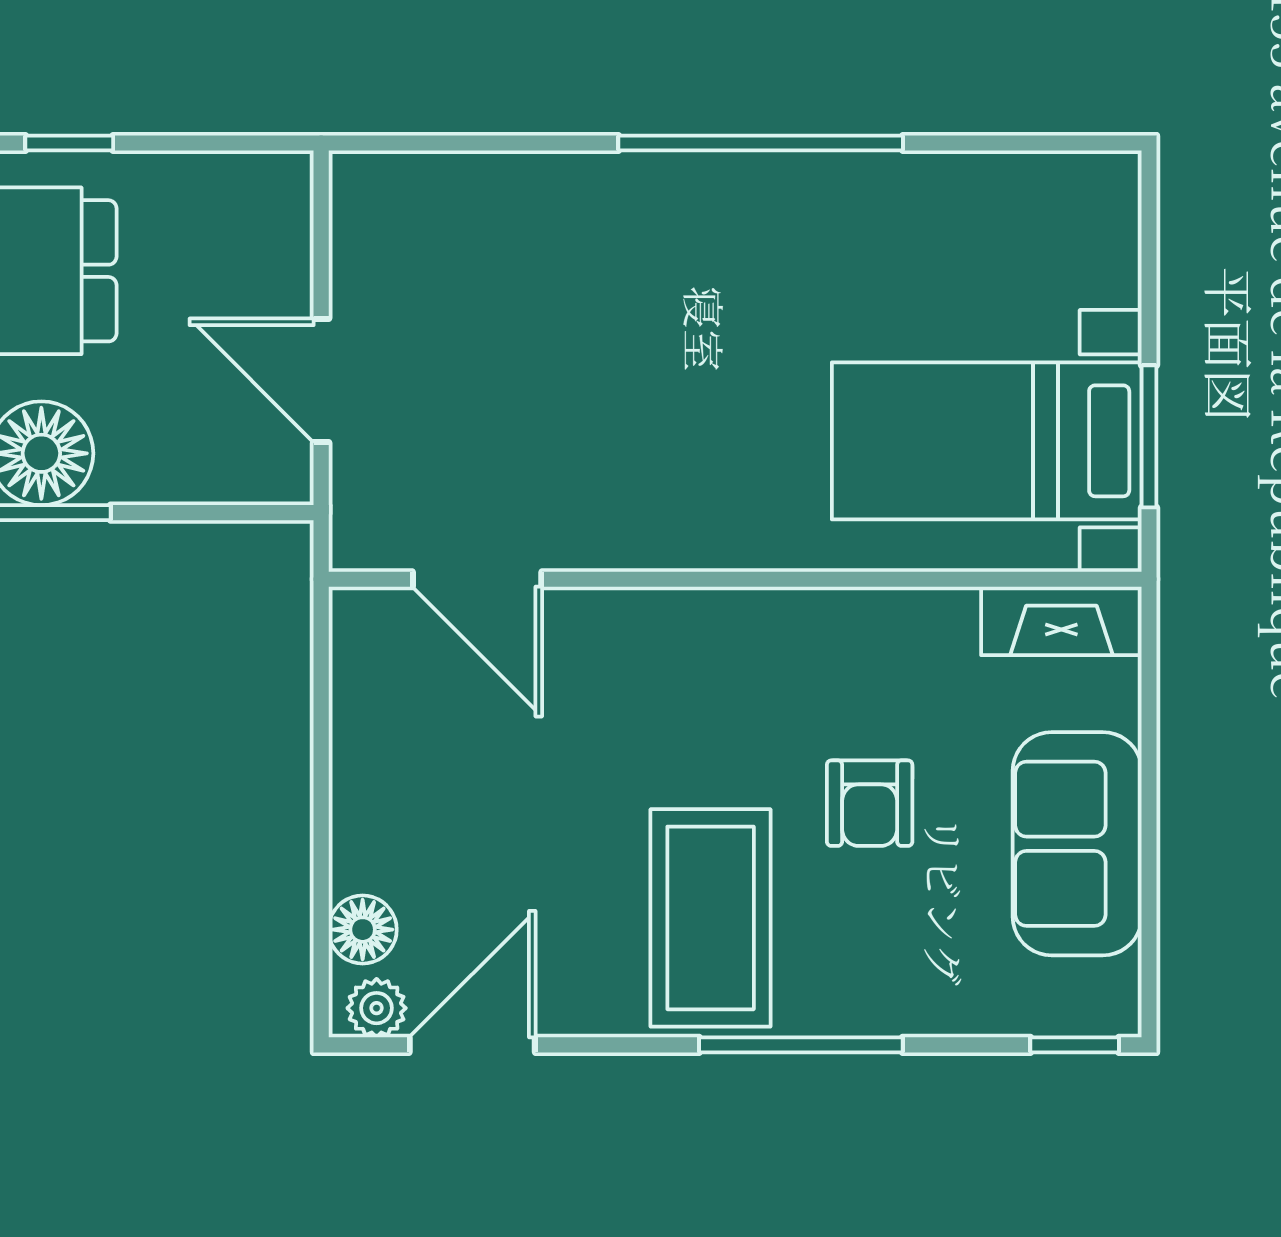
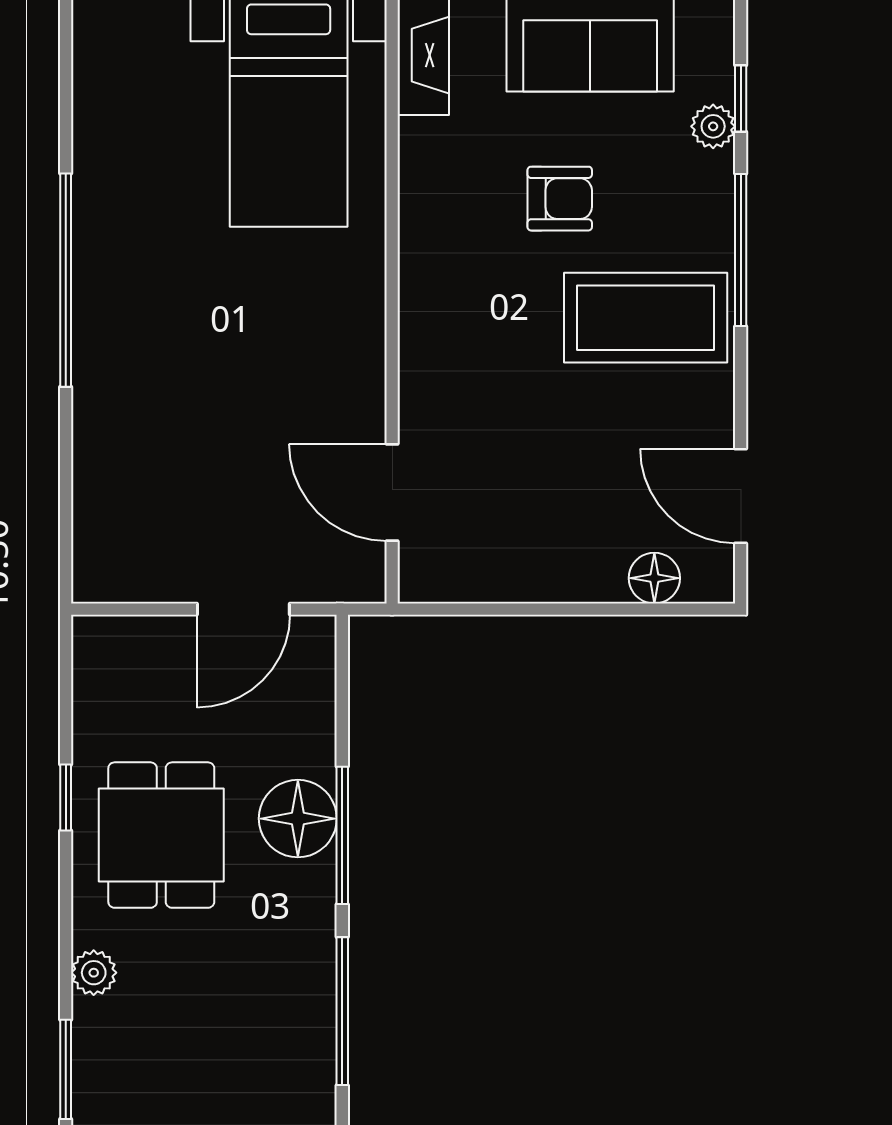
door: (477, 579) -> (392, 492), swing flipped
plant: (377, 1008) -> (713, 126), moved
window: (1075, 1045) -> (741, 98), moved

